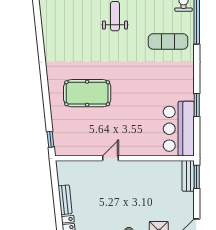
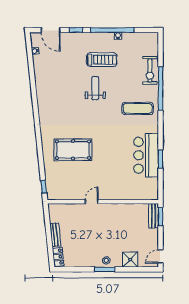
bar counter: (179, 129) -> (146, 155), moved

